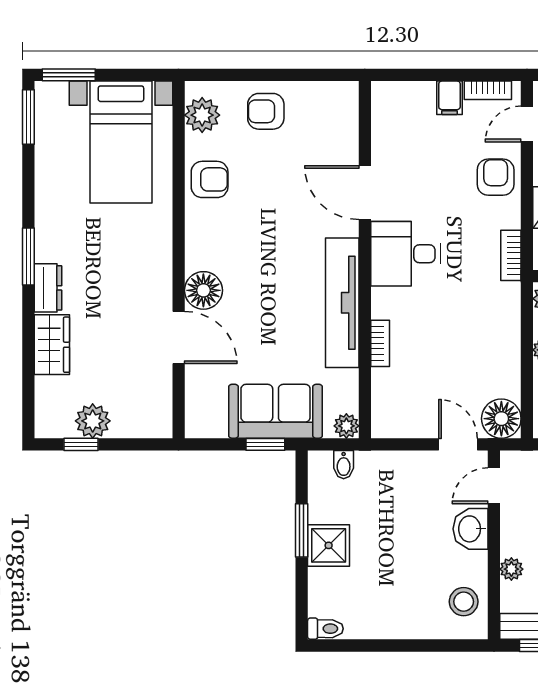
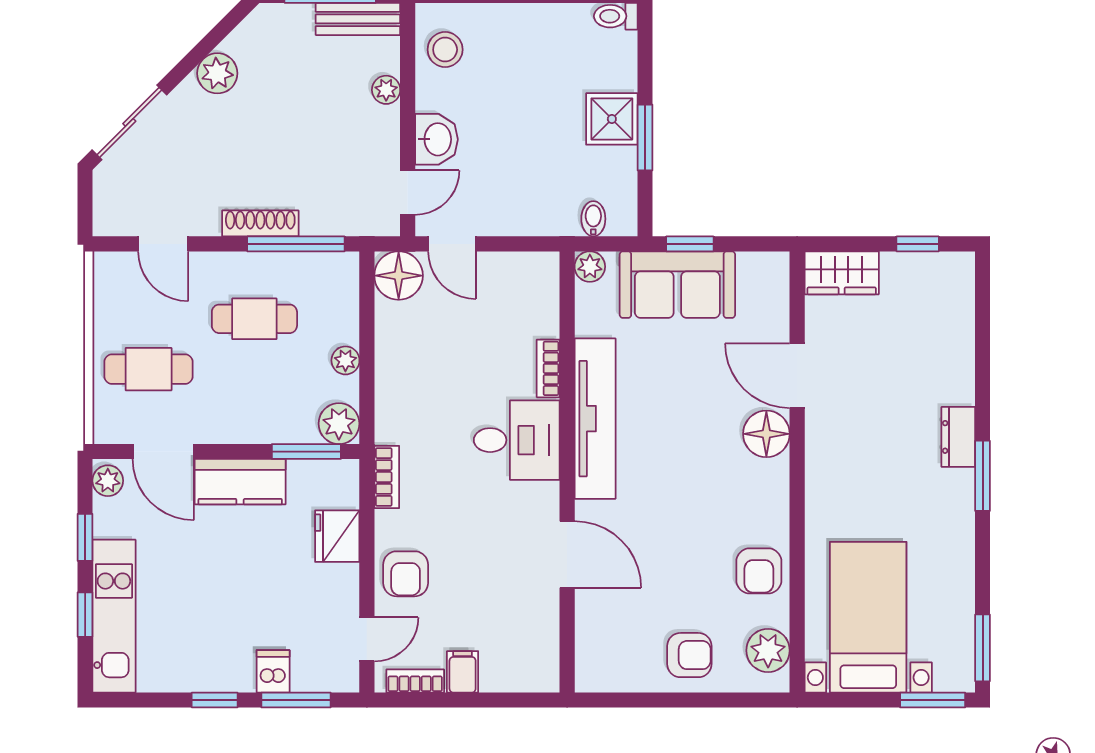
armchair: (210, 179) -> (759, 571), turned -90
desk: (406, 254) -> (517, 440), moved
wardrobe: (52, 345) -> (842, 273), moved, turned -90
plant: (93, 421) -> (903, 273), removed

